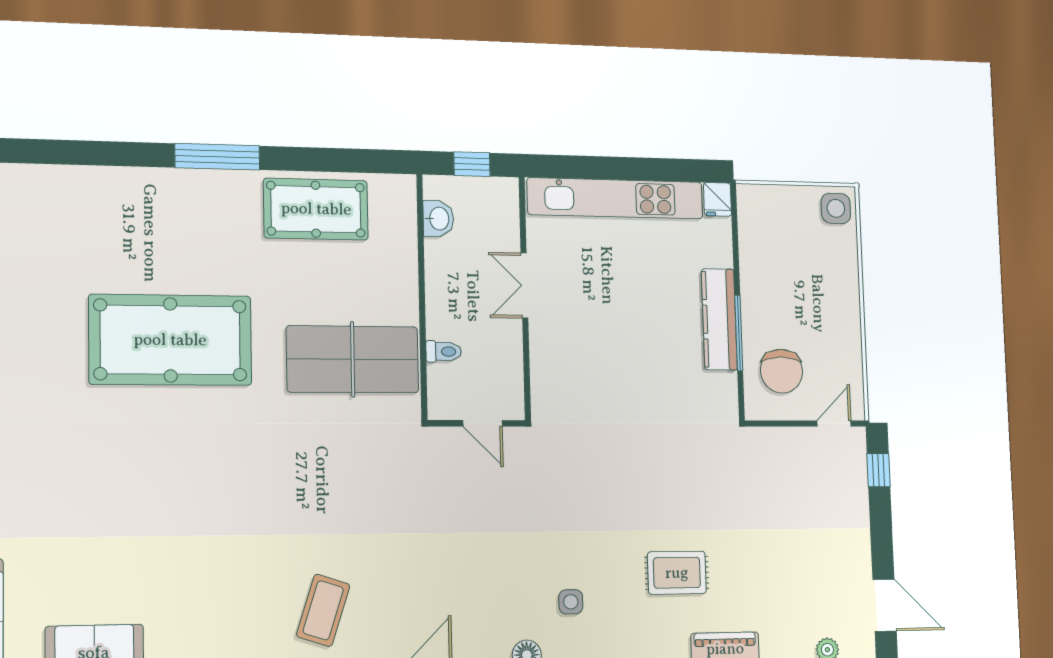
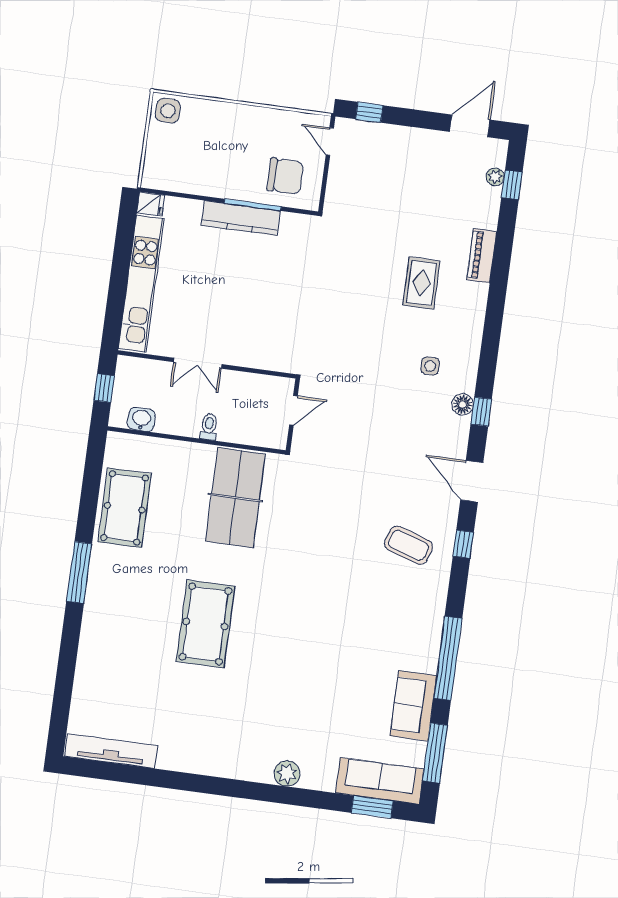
pool table: (170, 340) -> (205, 624), width x0.73, depth x0.76
toilet: (444, 352) -> (209, 427), moved

